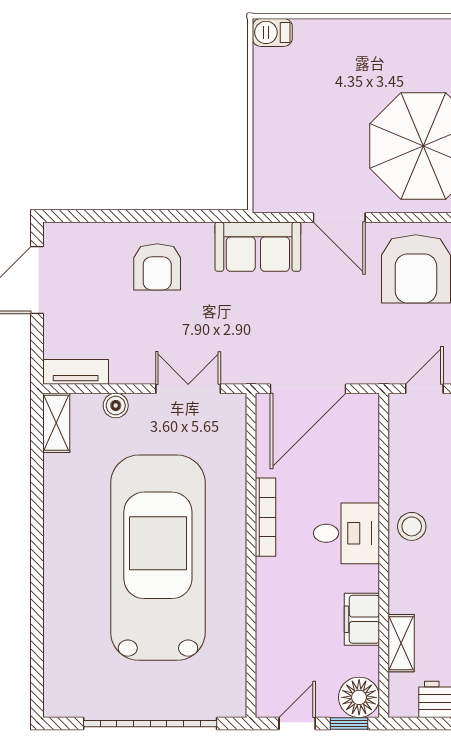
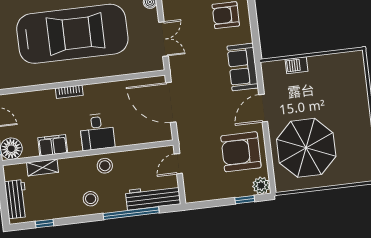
barbecue: (272, 32) -> (297, 65), moved, turned -90
door: (424, 389) -> (178, 164), swing flipped
bookcase: (265, 517) -> (69, 92), moved, width x0.64

